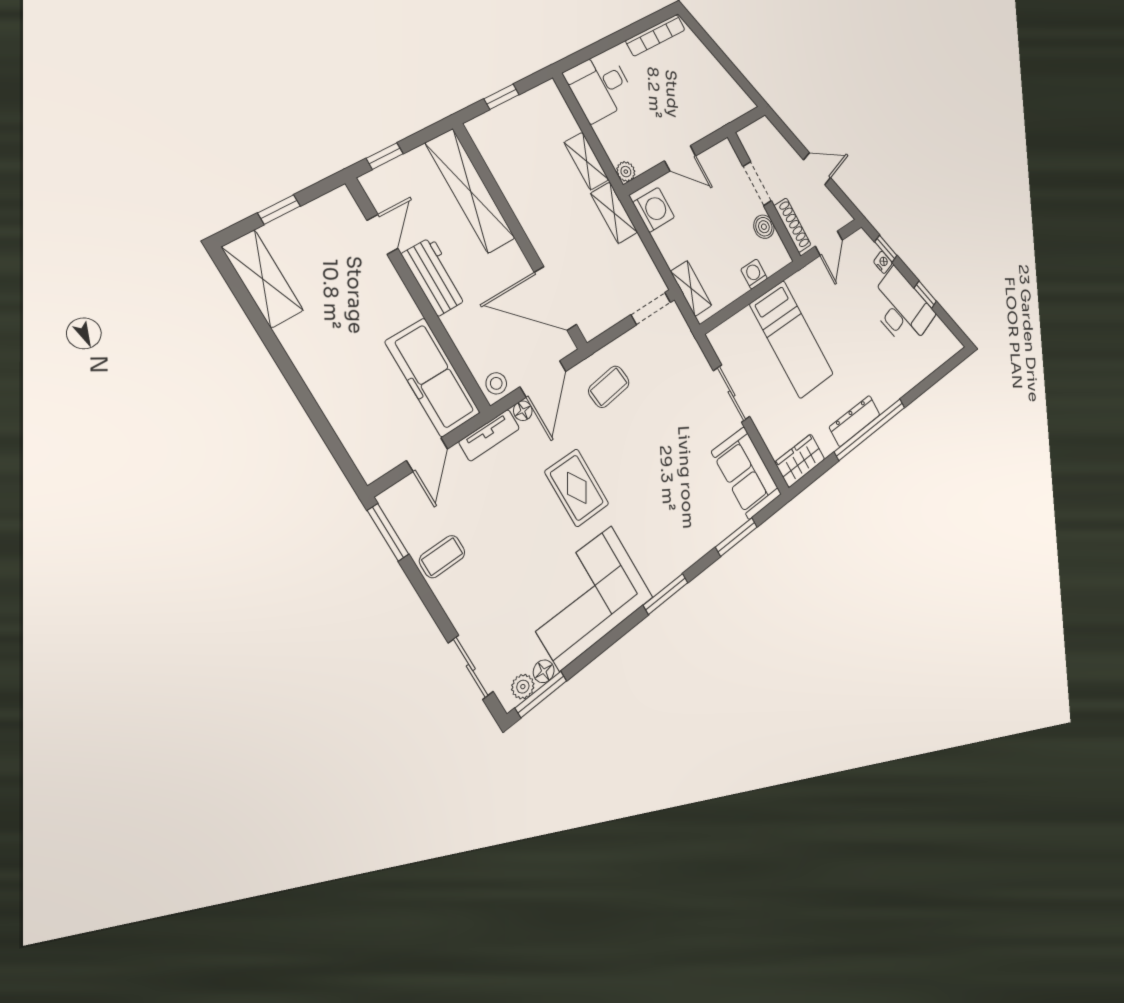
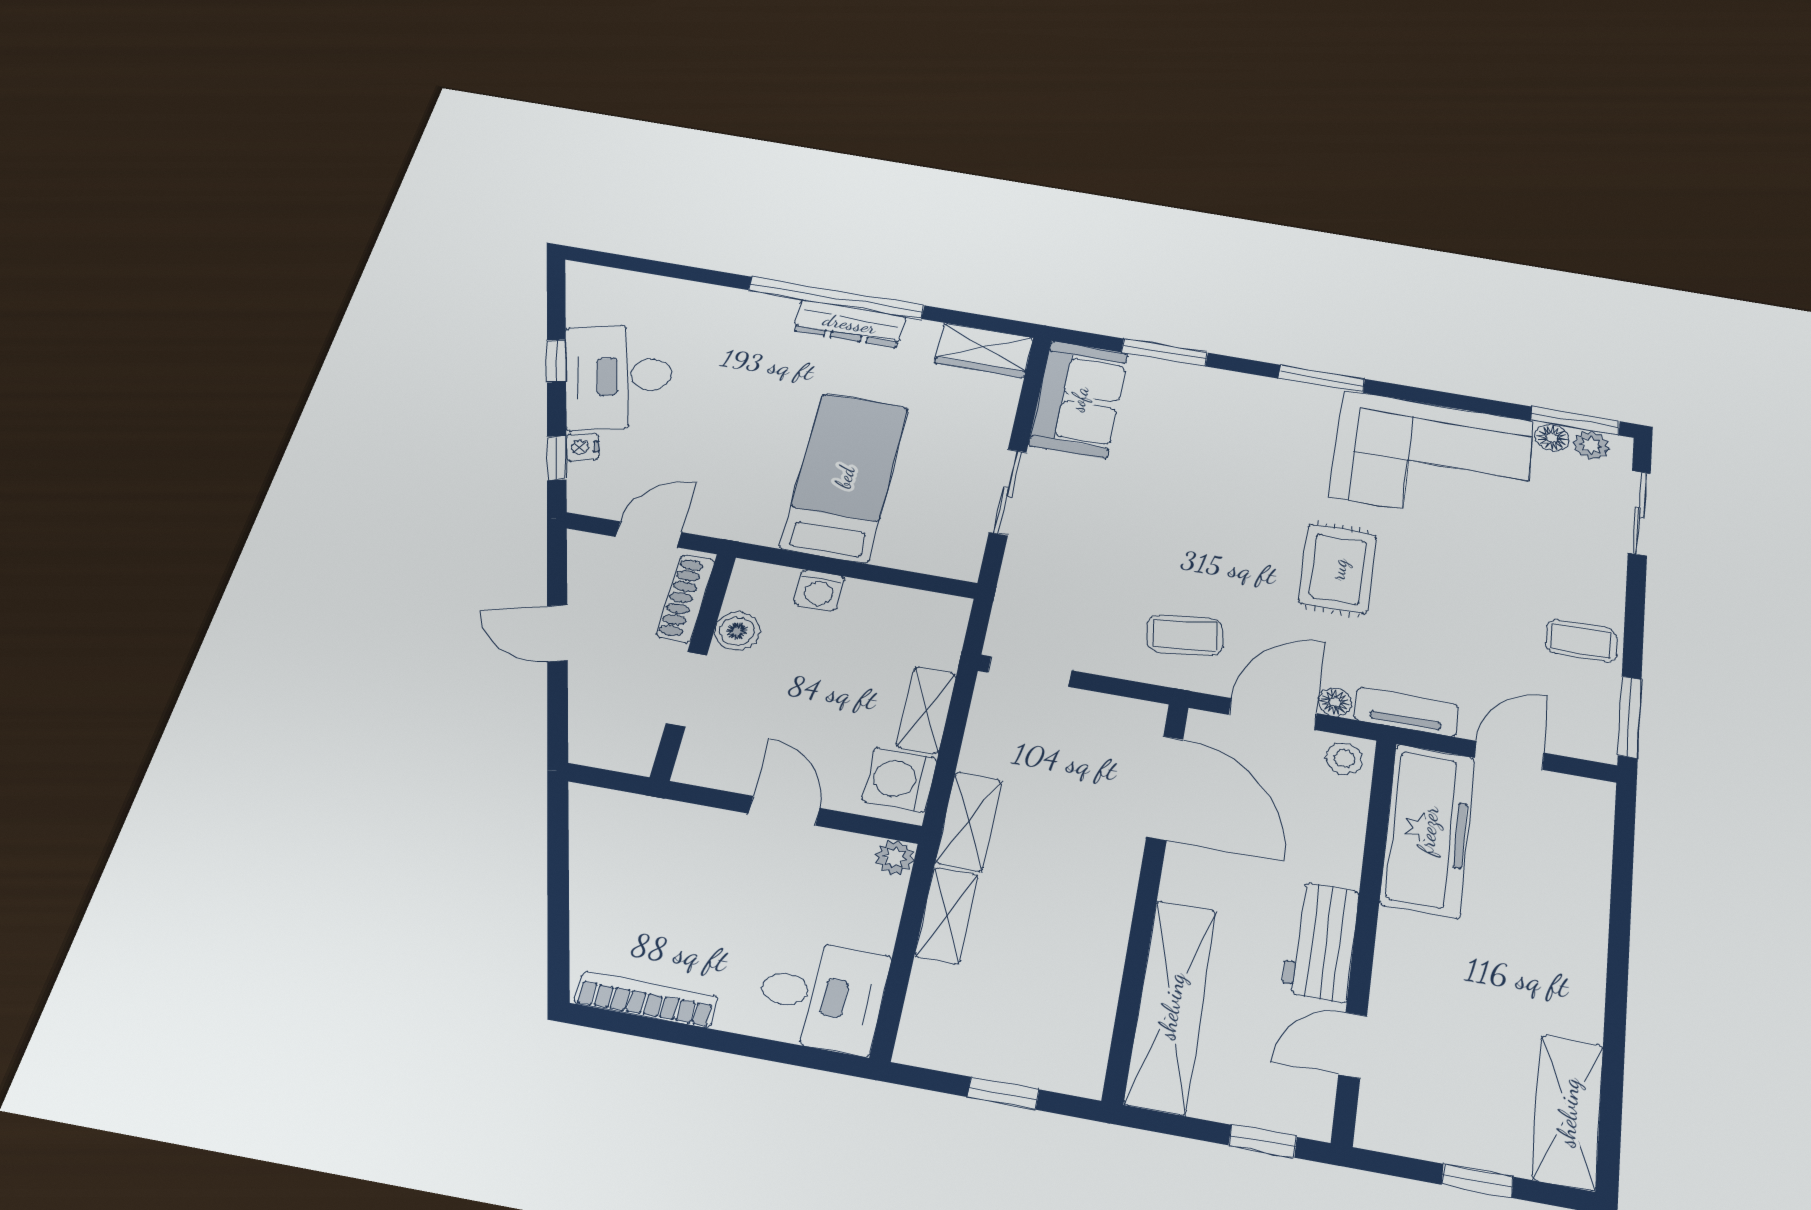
shelving: (691, 288) -> (926, 710), moved

